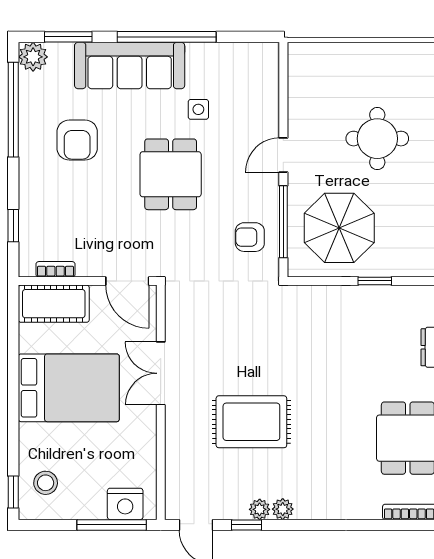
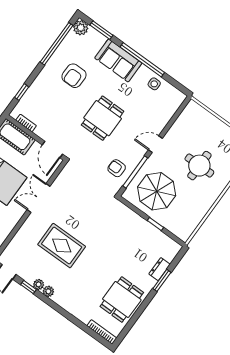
sofa: (130, 65) -> (118, 60), width x0.73
side table: (198, 109) -> (154, 84), moved

